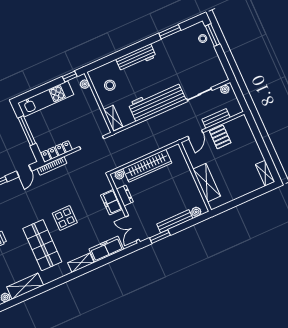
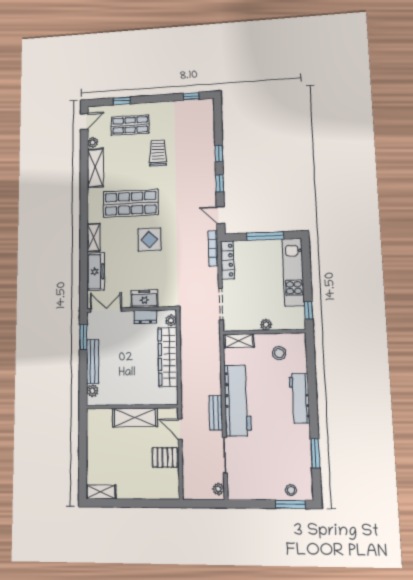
plant: (85, 84) -> (266, 325), moved
bench: (216, 118) -> (216, 413), moved
shelving: (207, 183) -> (135, 417), moved

